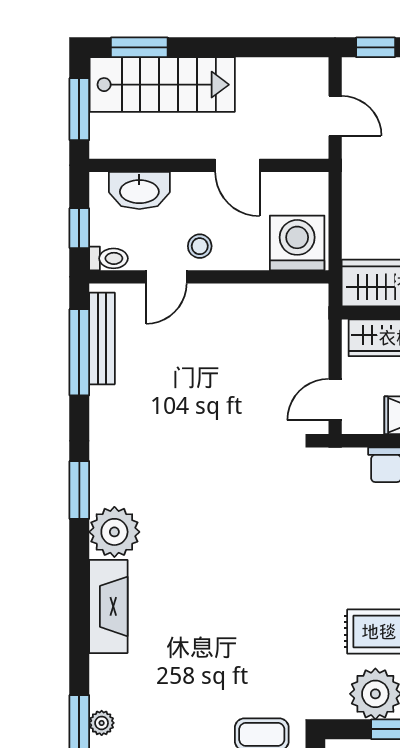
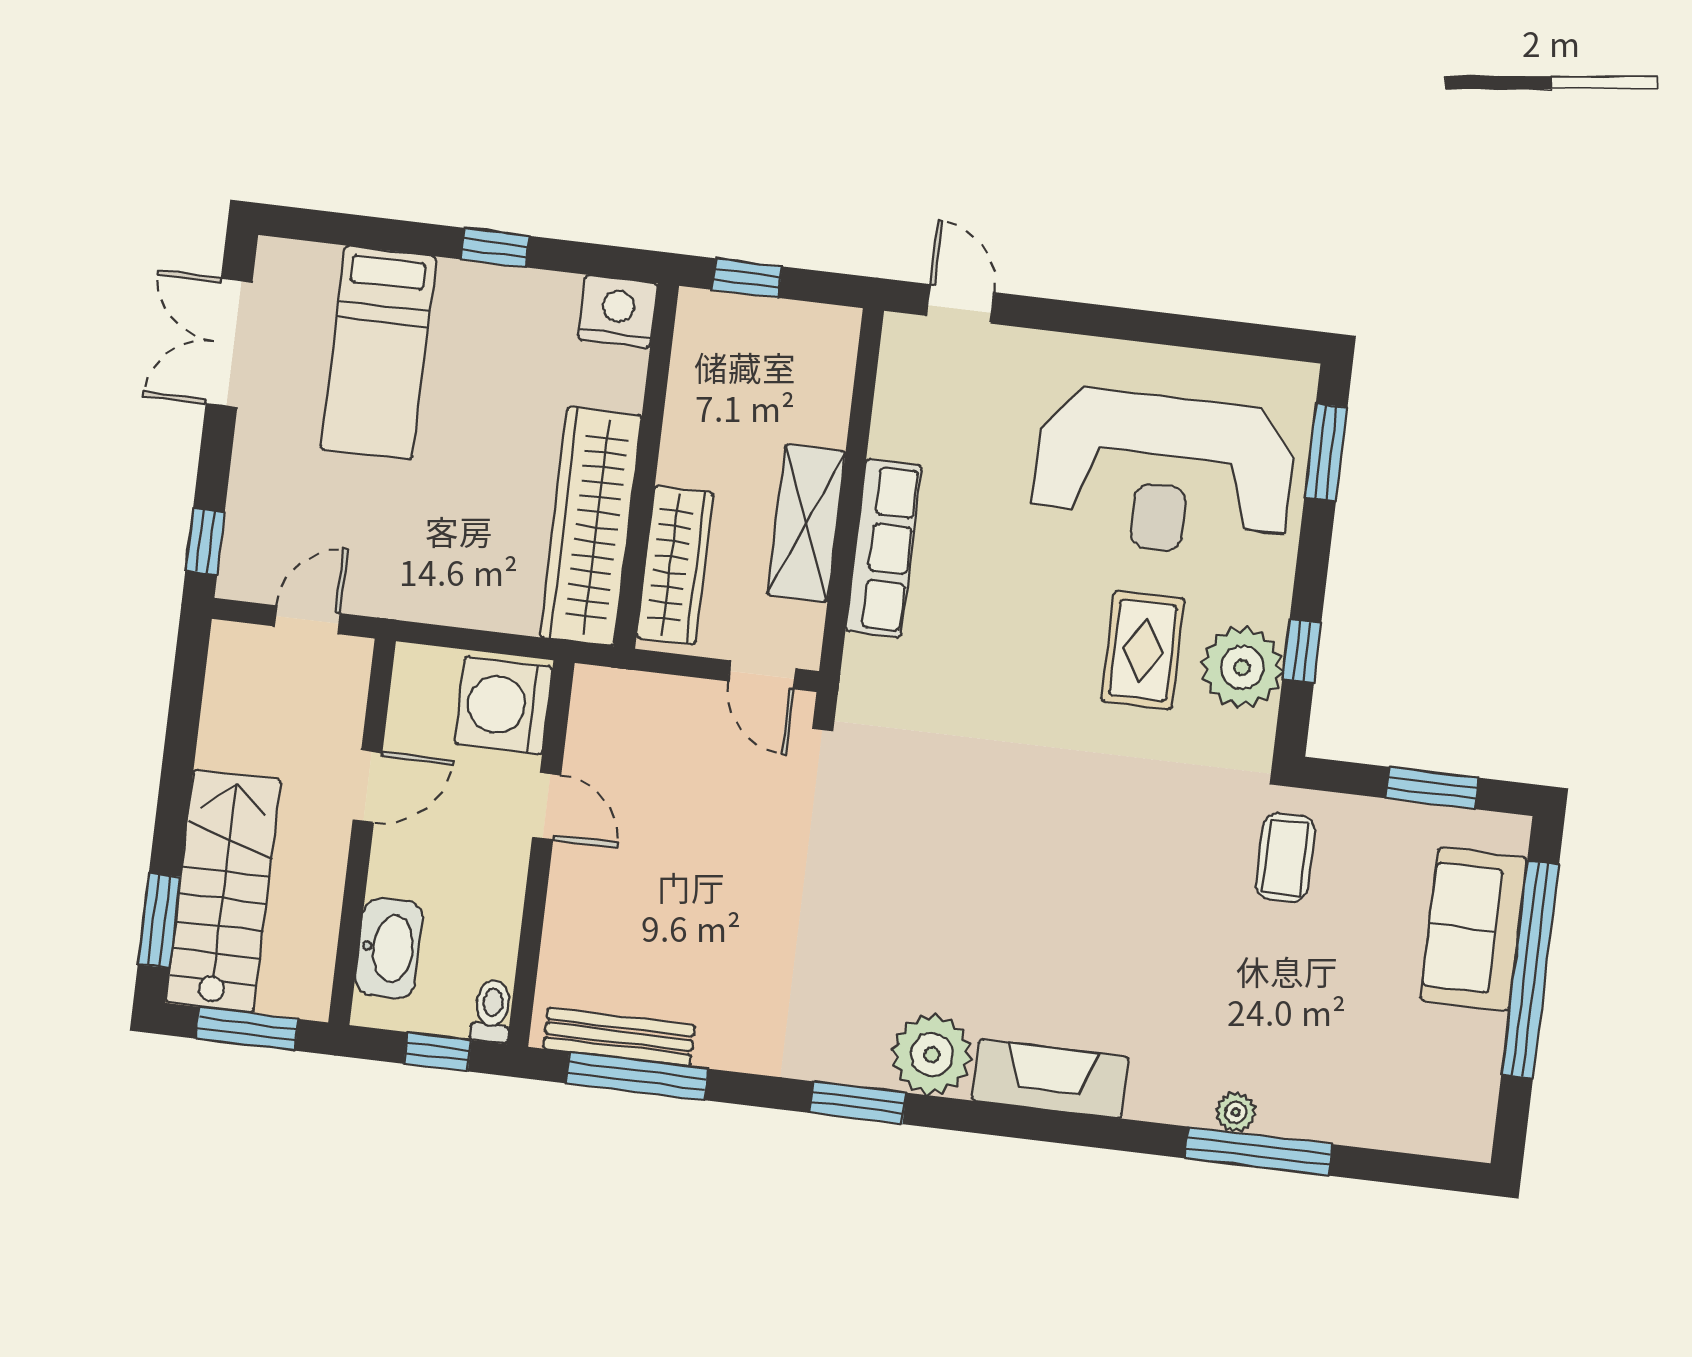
stool: (200, 246) -> (490, 862), removed
door: (166, 277) -> (547, 806), moved

